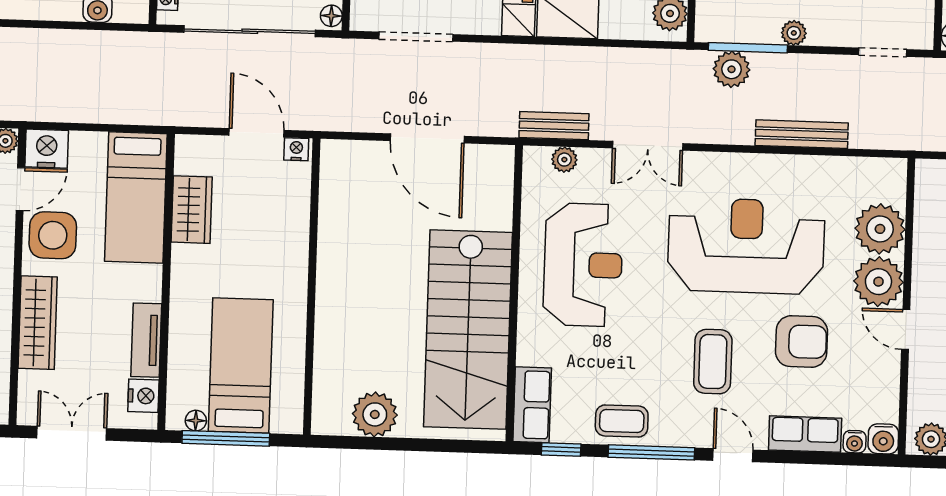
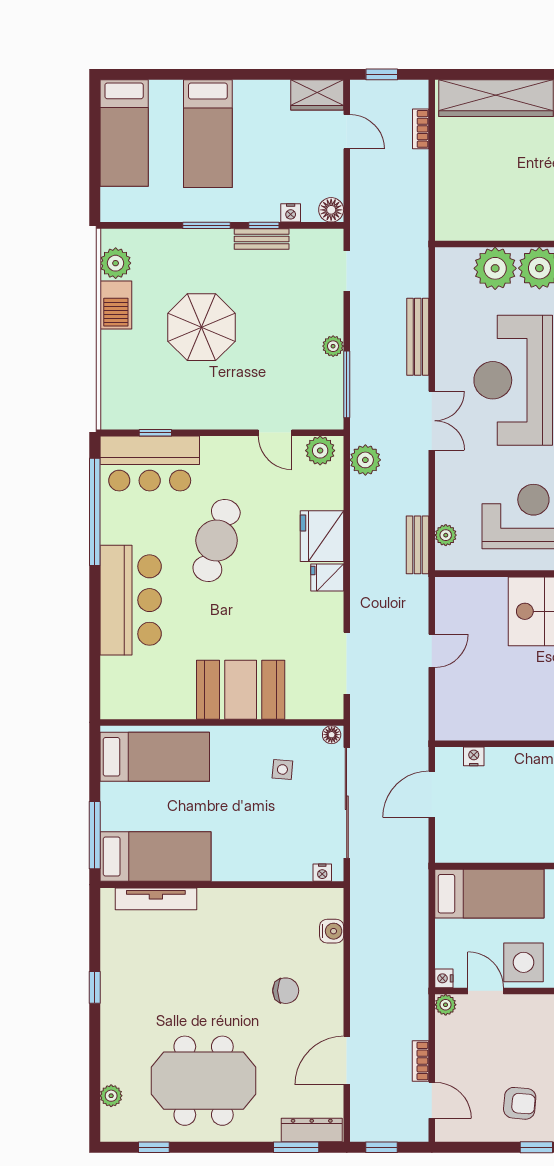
plant: (732, 69) -> (365, 460), moved
door: (427, 138) -> (432, 651), width x0.53
double door: (648, 146) -> (432, 421), moved
nightstand: (47, 149) -> (444, 978), width x0.53, depth x0.56
nightstand: (296, 149) -> (474, 756), moved, turned 90
wardrobe: (192, 210) -> (498, 847), removed

